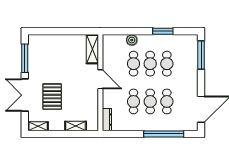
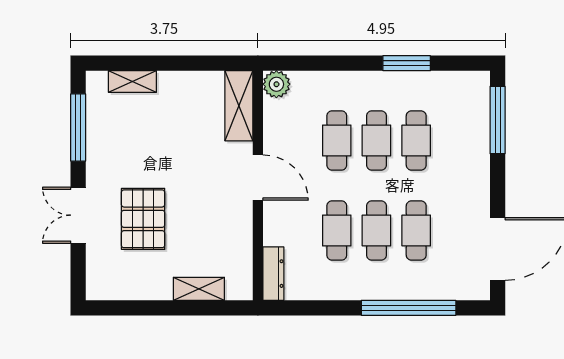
plant: (132, 40) -> (276, 84), moved
double door: (25, 95) -> (78, 215), width x0.73
shelving: (38, 126) -> (132, 81), moved

